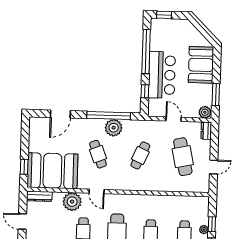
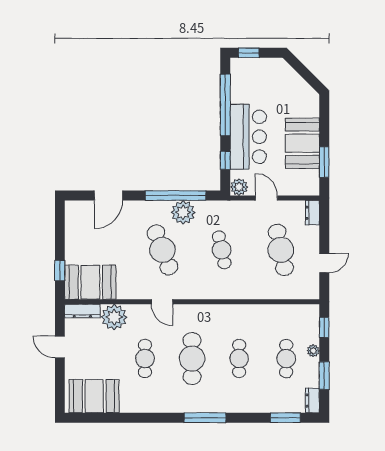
booth: (201, 65) -> (302, 143), moved
plant: (205, 112) -> (239, 187), moved
cafe table: (98, 154) -> (162, 250), width x1.37, depth x1.35
cafe table: (140, 155) -> (222, 250), turned -36
booth: (52, 171) -> (90, 282), width x0.73, depth x0.70
plant: (72, 202) -> (114, 317), moved
window: (212, 224) -> (324, 327), moved

